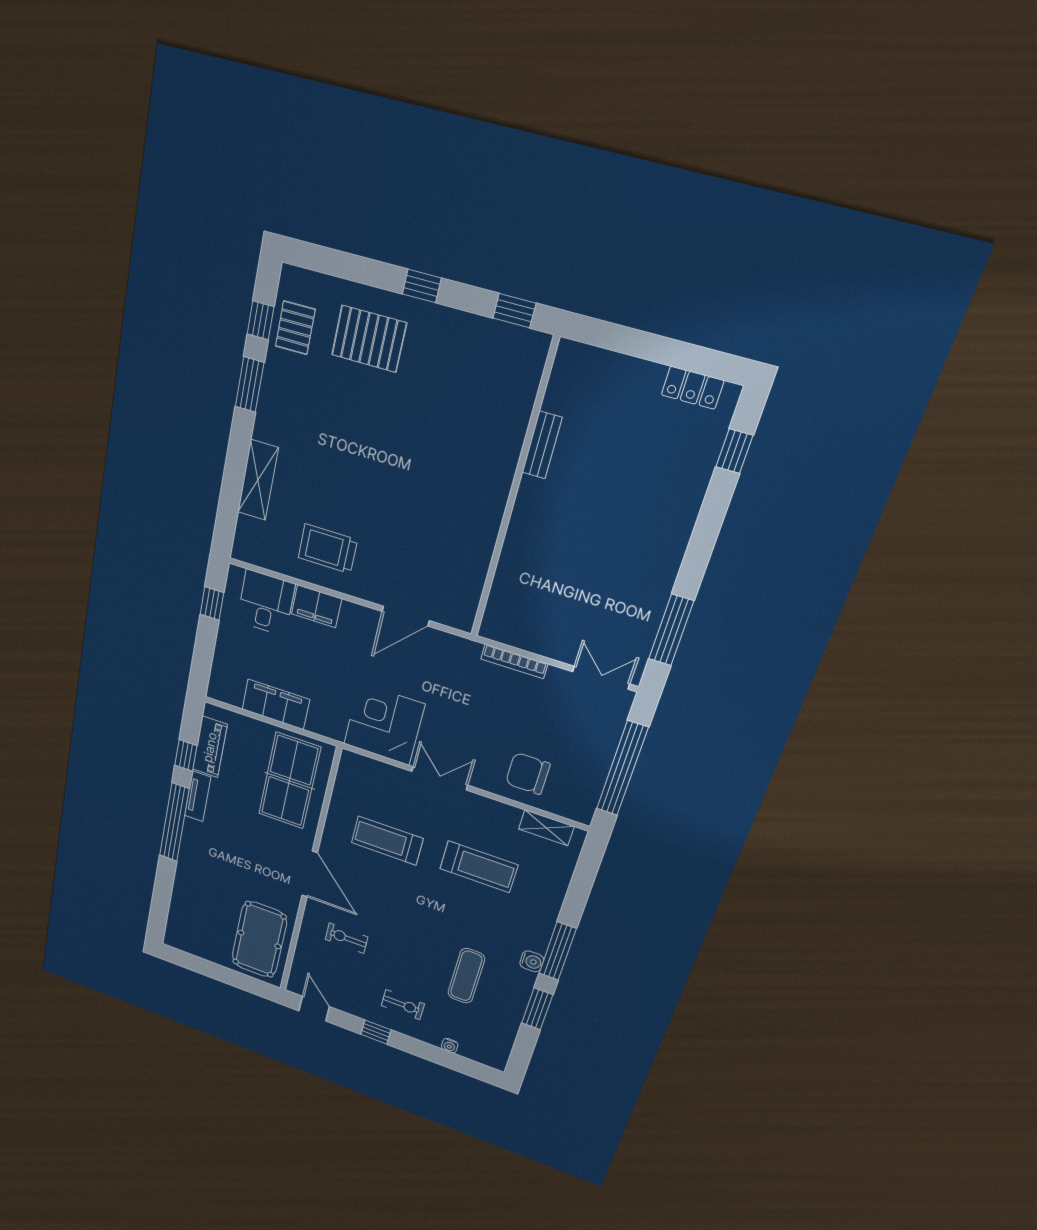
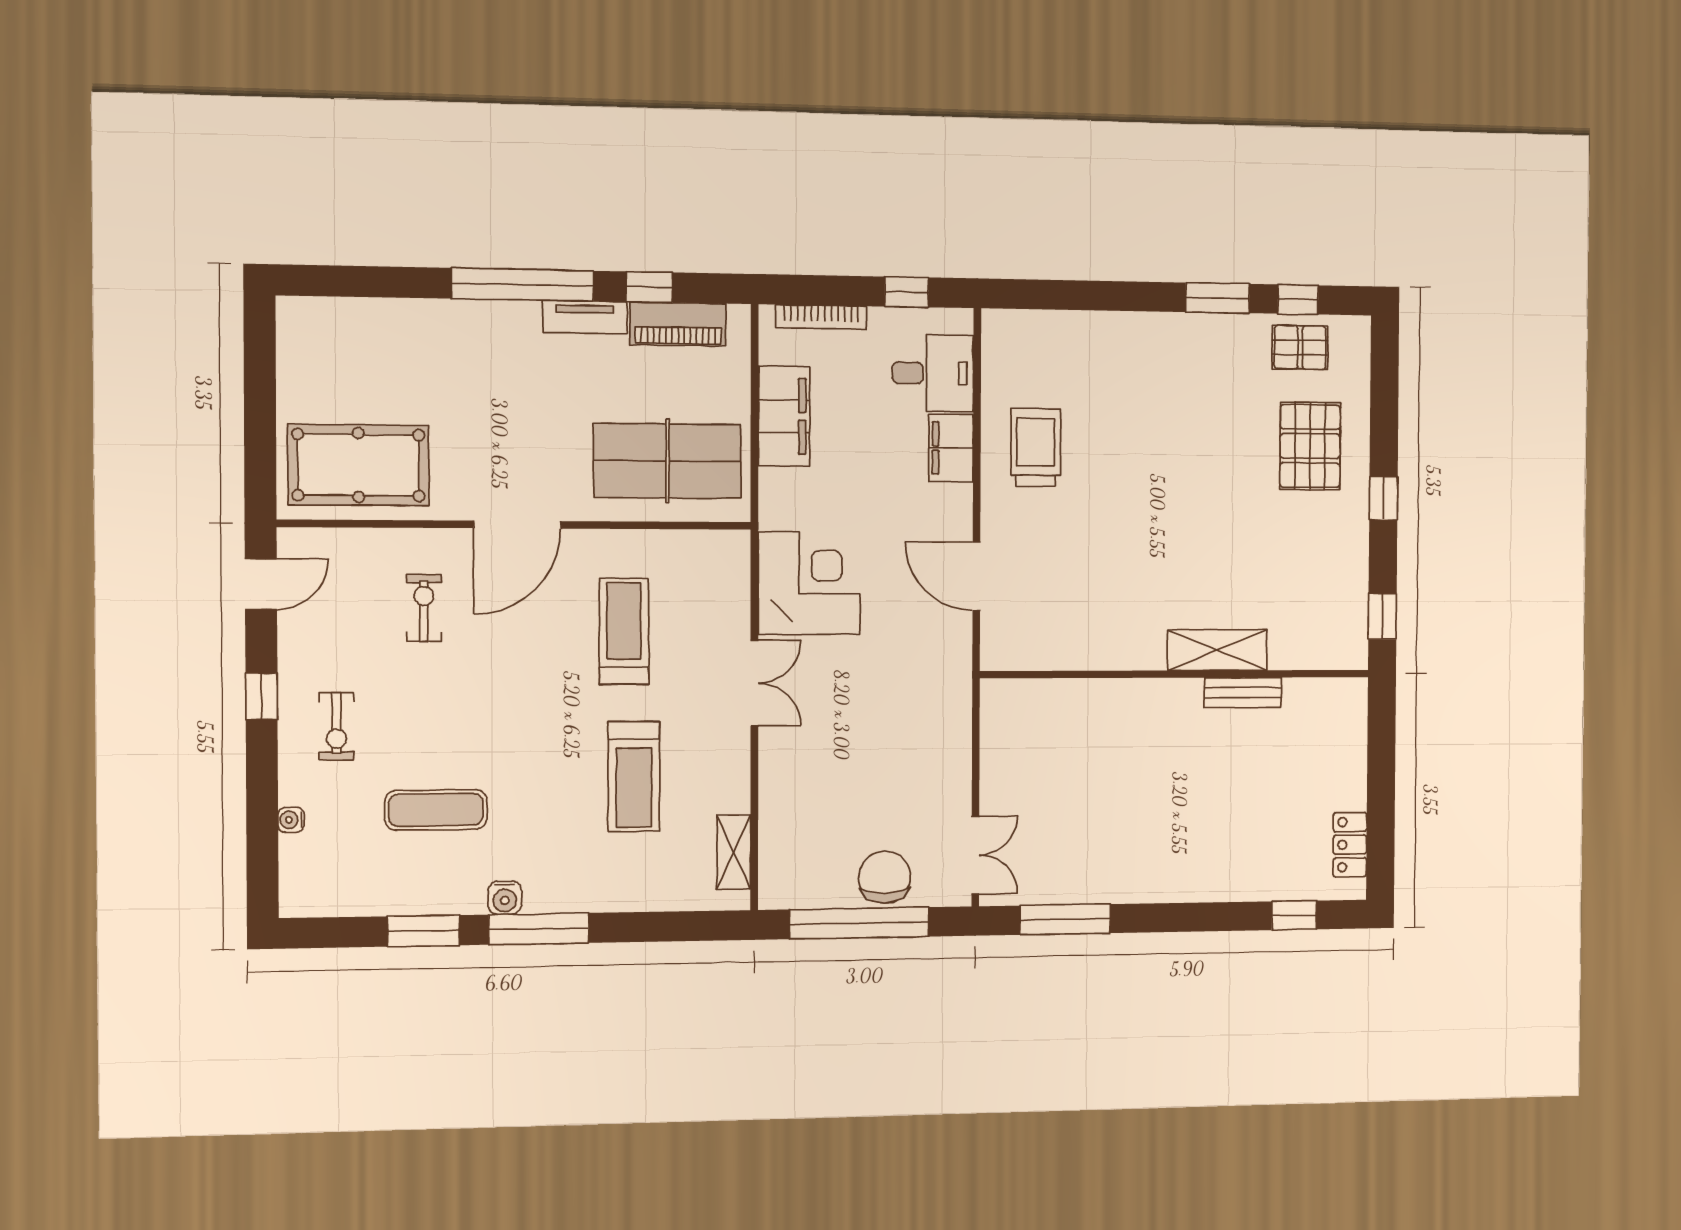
shelving: (258, 480) -> (1217, 650), moved
bookcase: (514, 661) -> (821, 317), moved, turned -90
chair: (528, 774) -> (885, 877), moved

